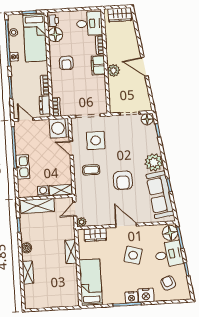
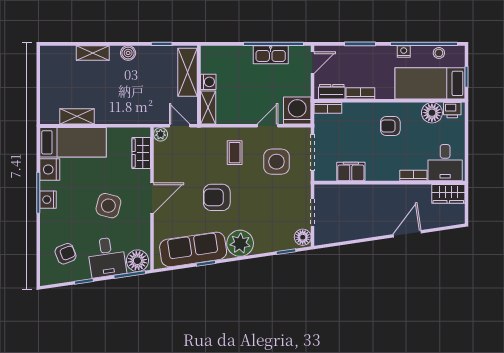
wardrobe: (120, 15) -> (448, 194), moved, turned -90
filing cabinet: (98, 65) -> (351, 172), moved
door: (144, 67) -> (407, 234), moved
plant: (113, 70) -> (376, 193), removed
kitchen sink: (23, 167) -> (271, 55), moved
shelving: (71, 252) -> (77, 116), moved
nightstand: (146, 295) -> (50, 169), moved

